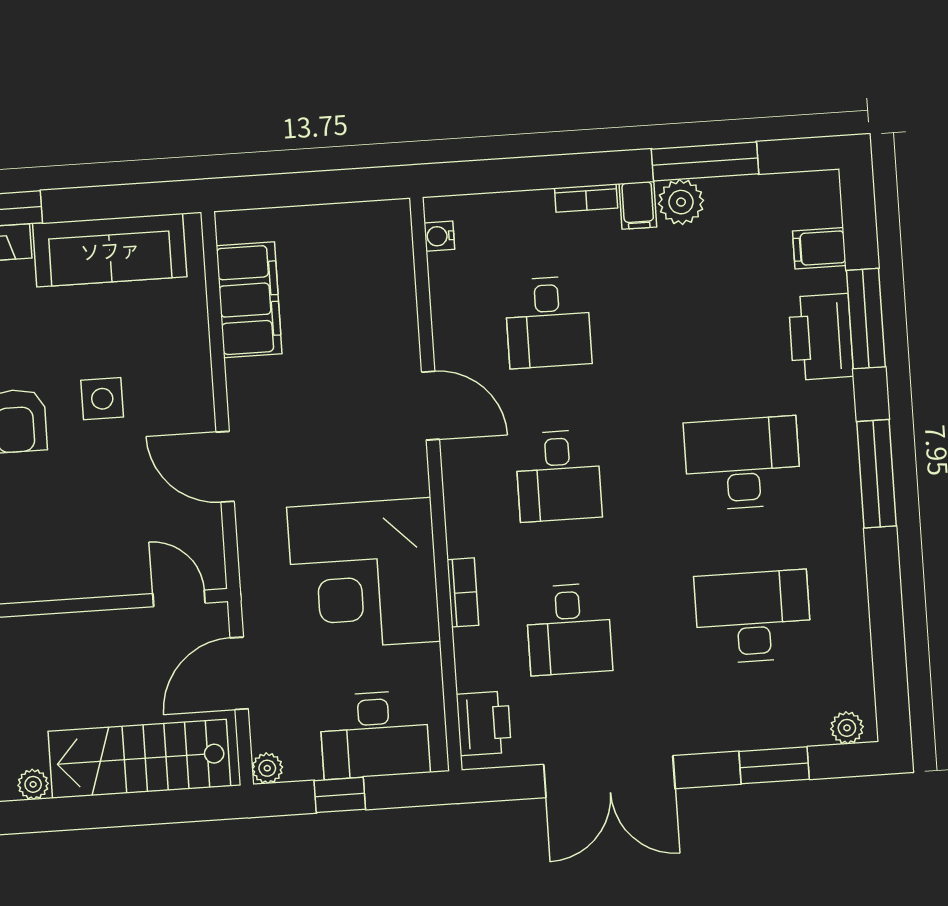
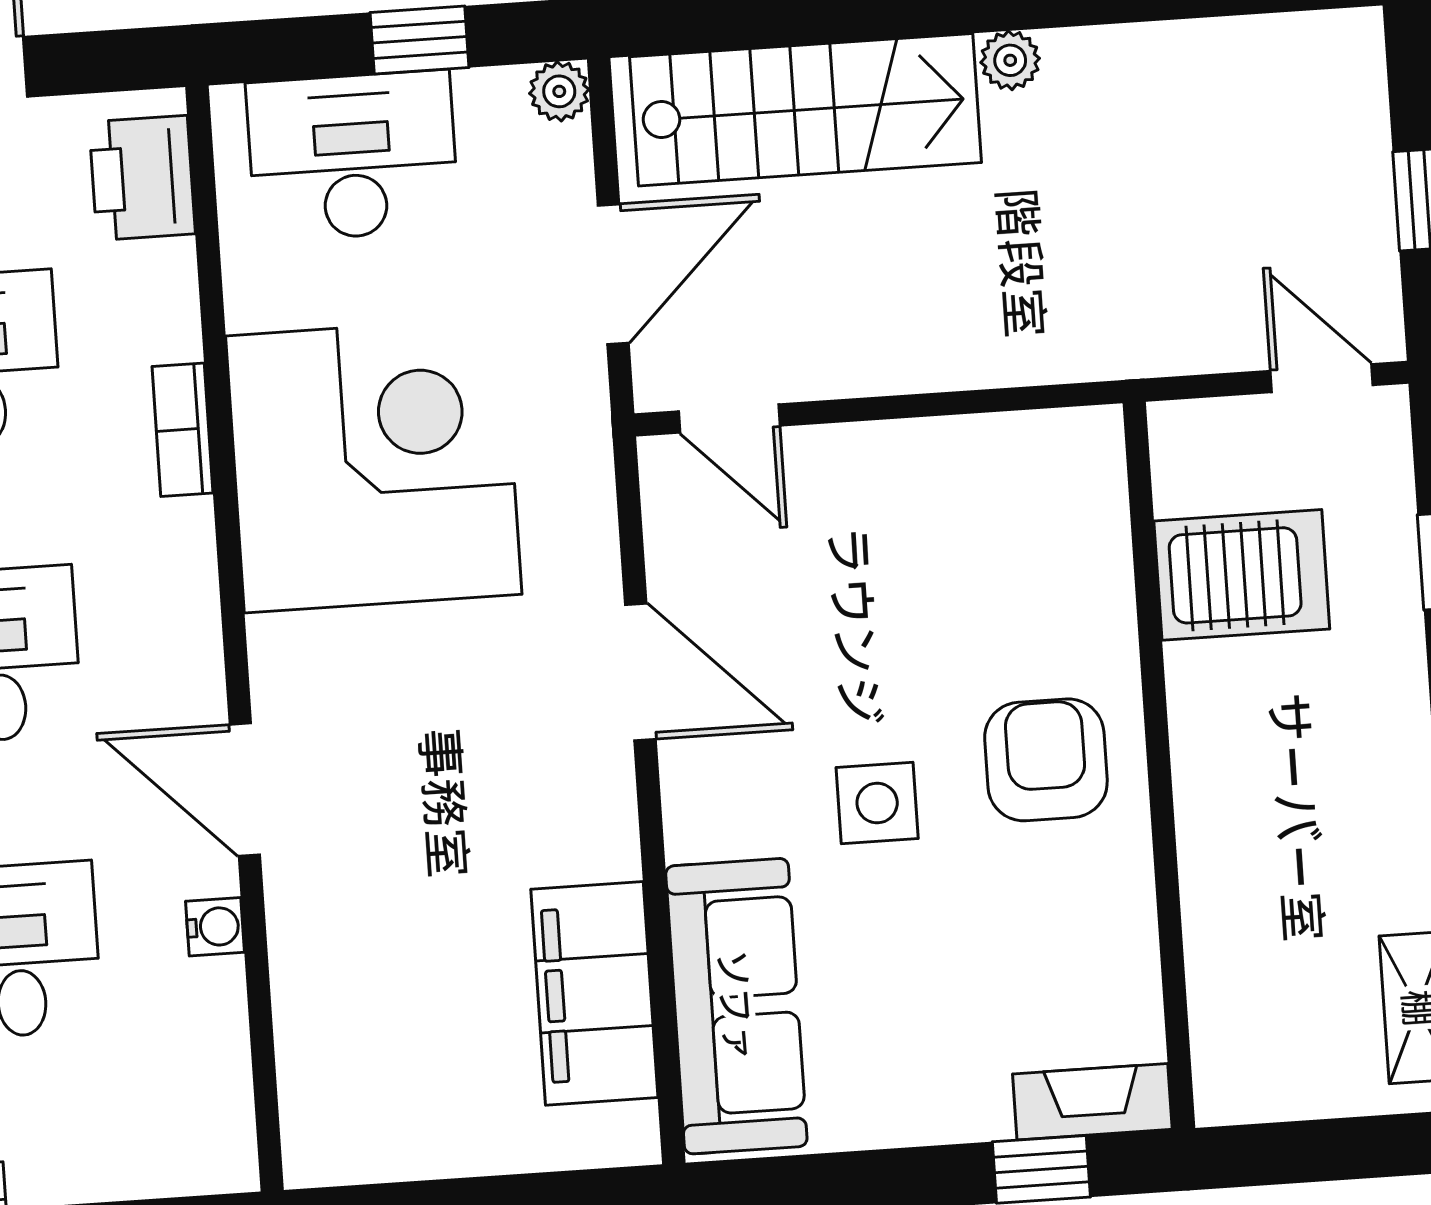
water cooler: (439, 236) -> (215, 927), moved
sofa: (110, 250) -> (736, 1006), moved, turned 90

